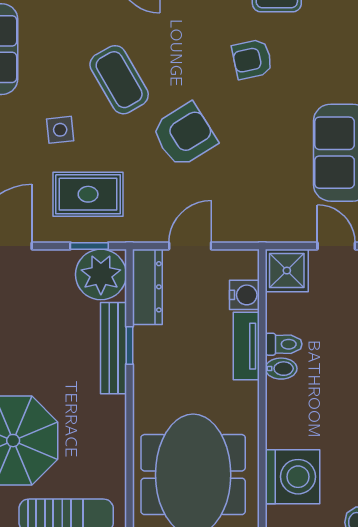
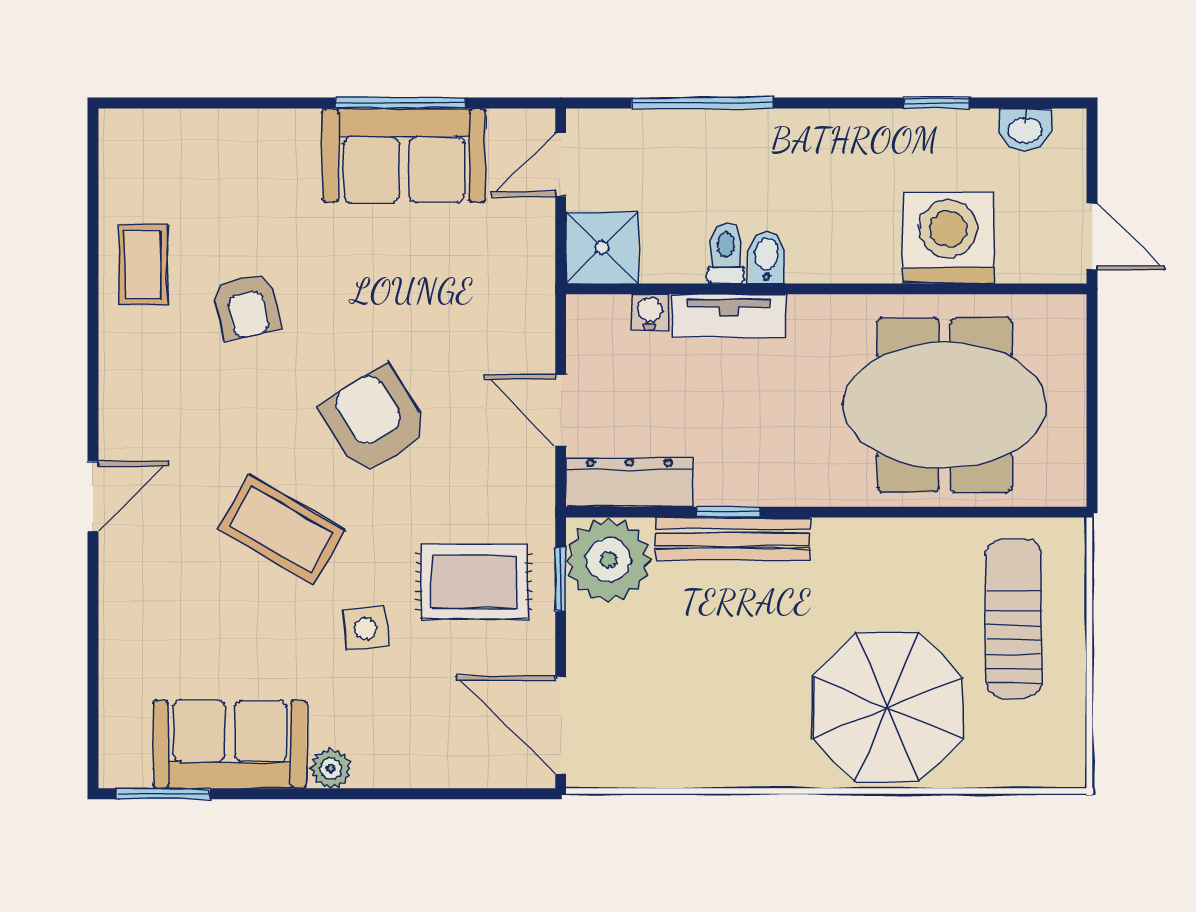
coffee table: (119, 80) -> (281, 529), turned 60
rug: (88, 194) -> (474, 582), turned 90
water cooler: (244, 295) -> (650, 312), width x0.72, depth x0.72

